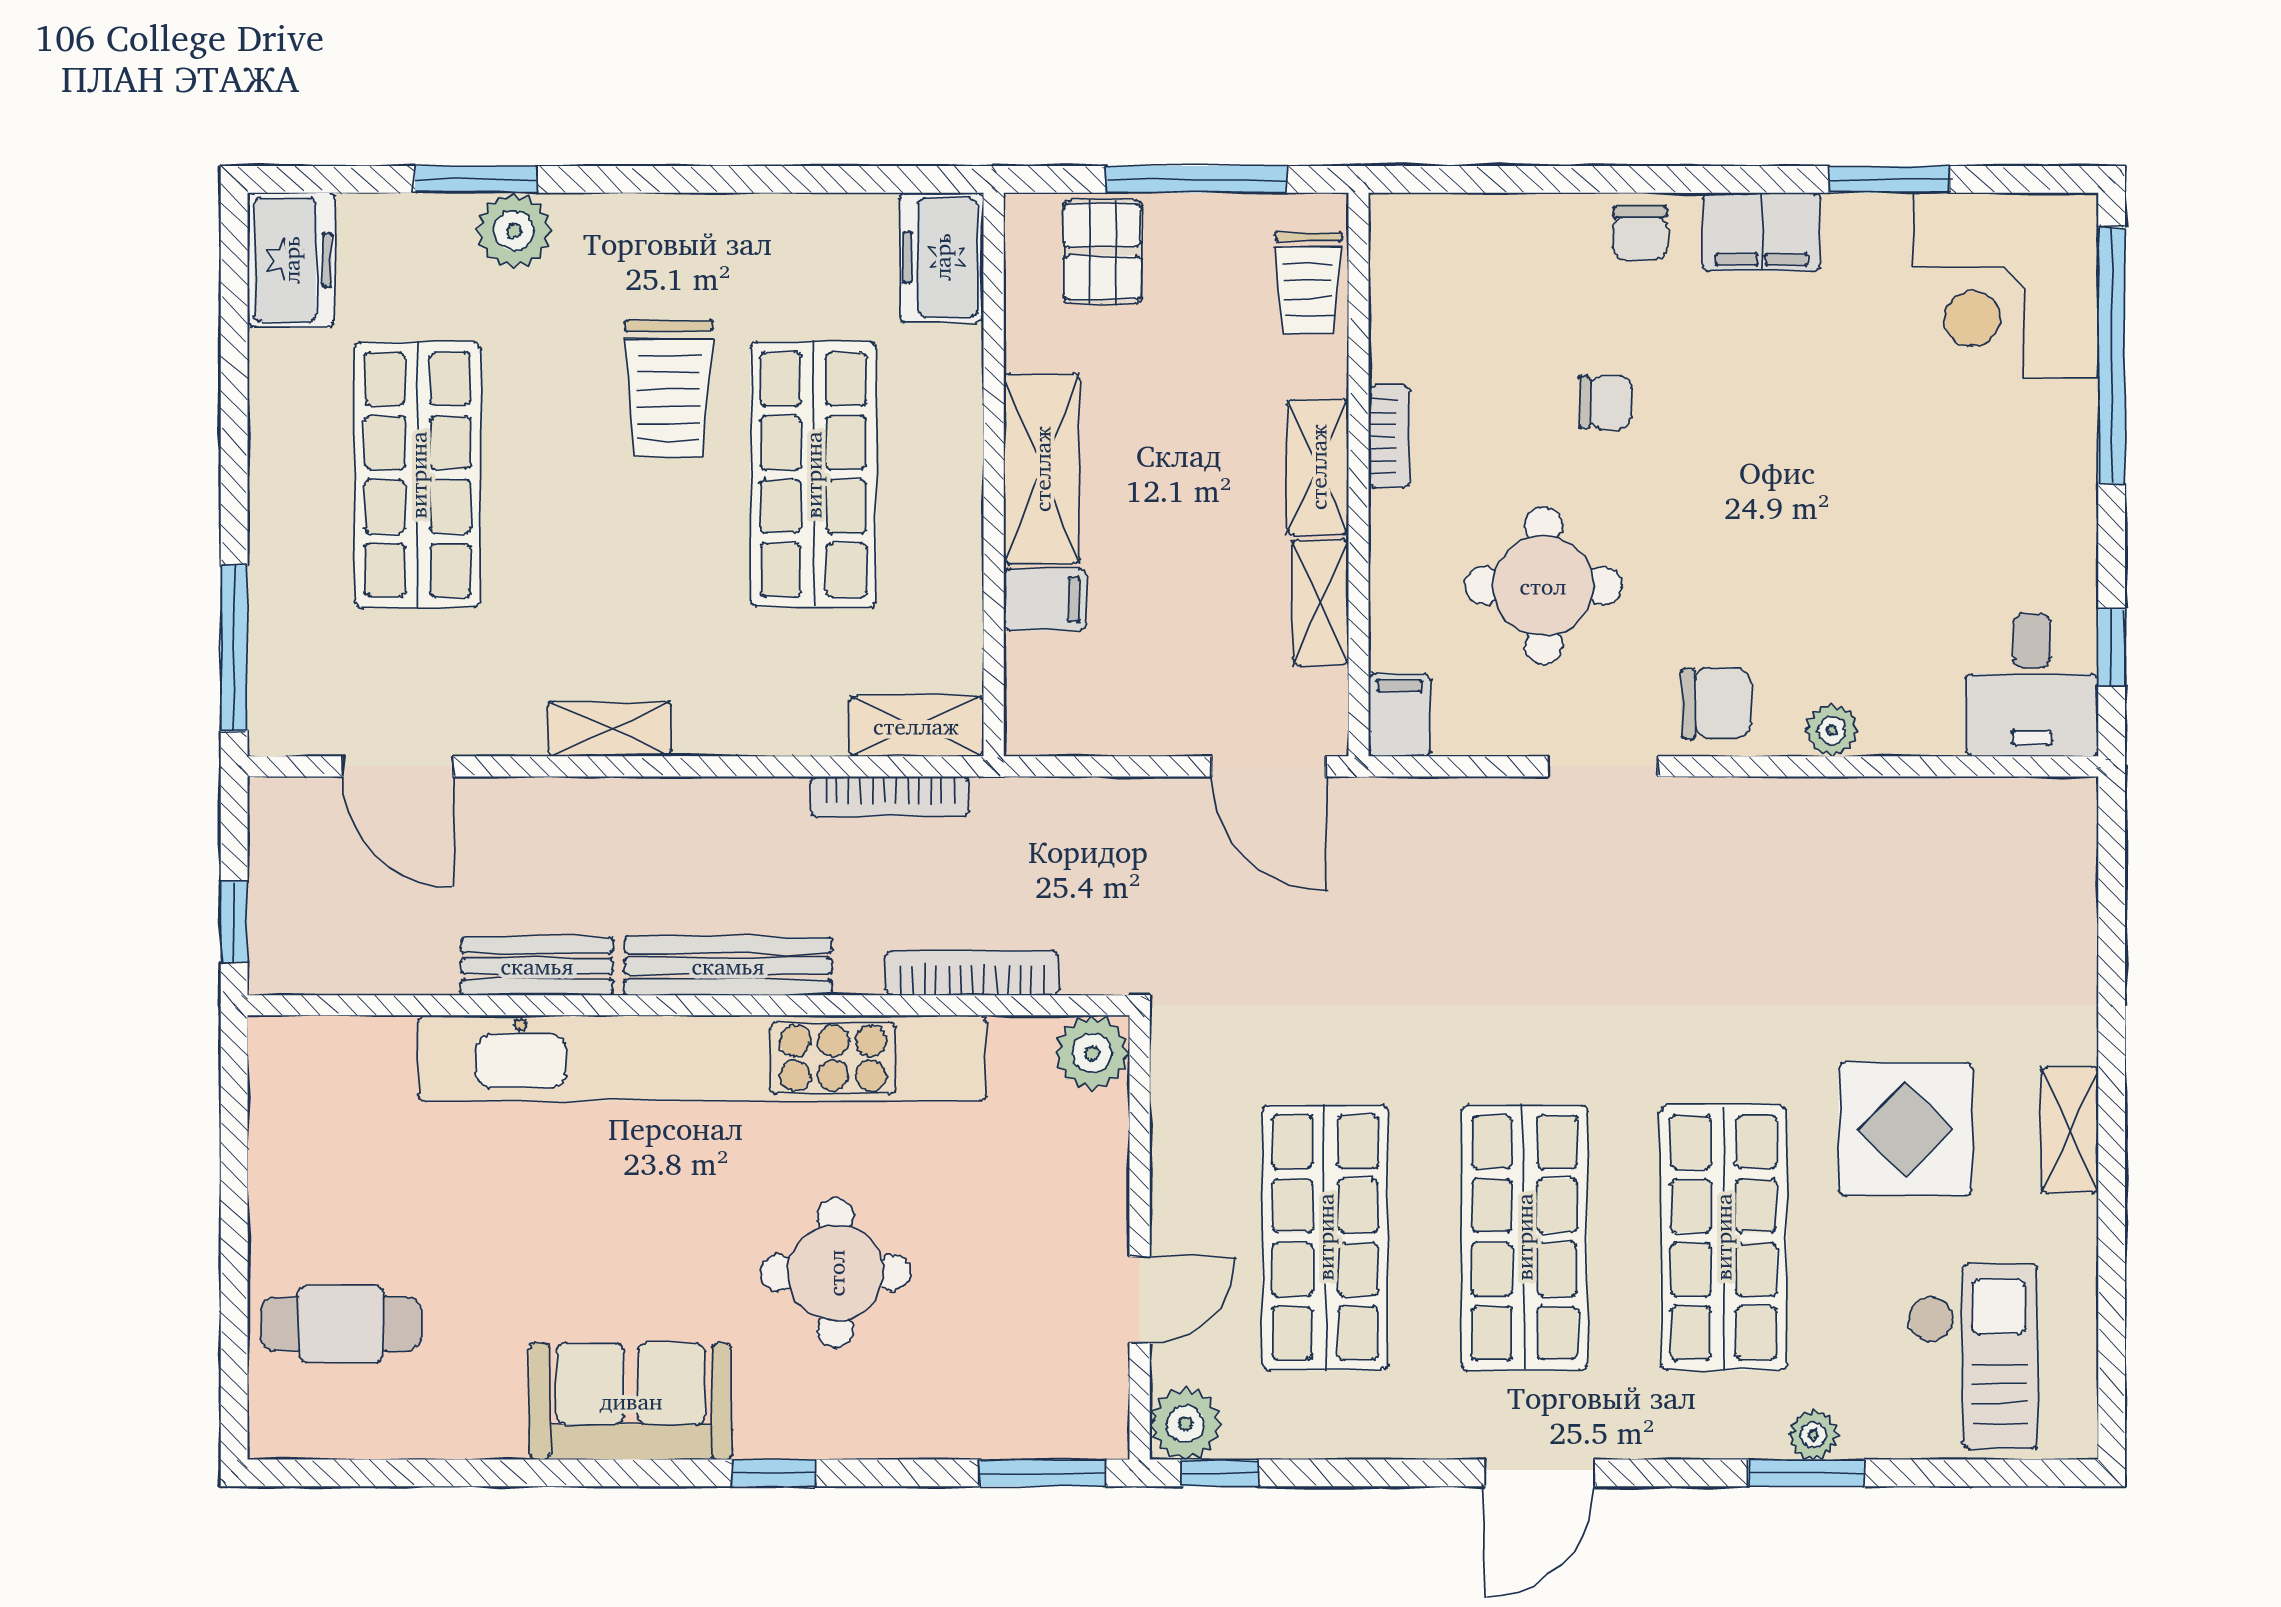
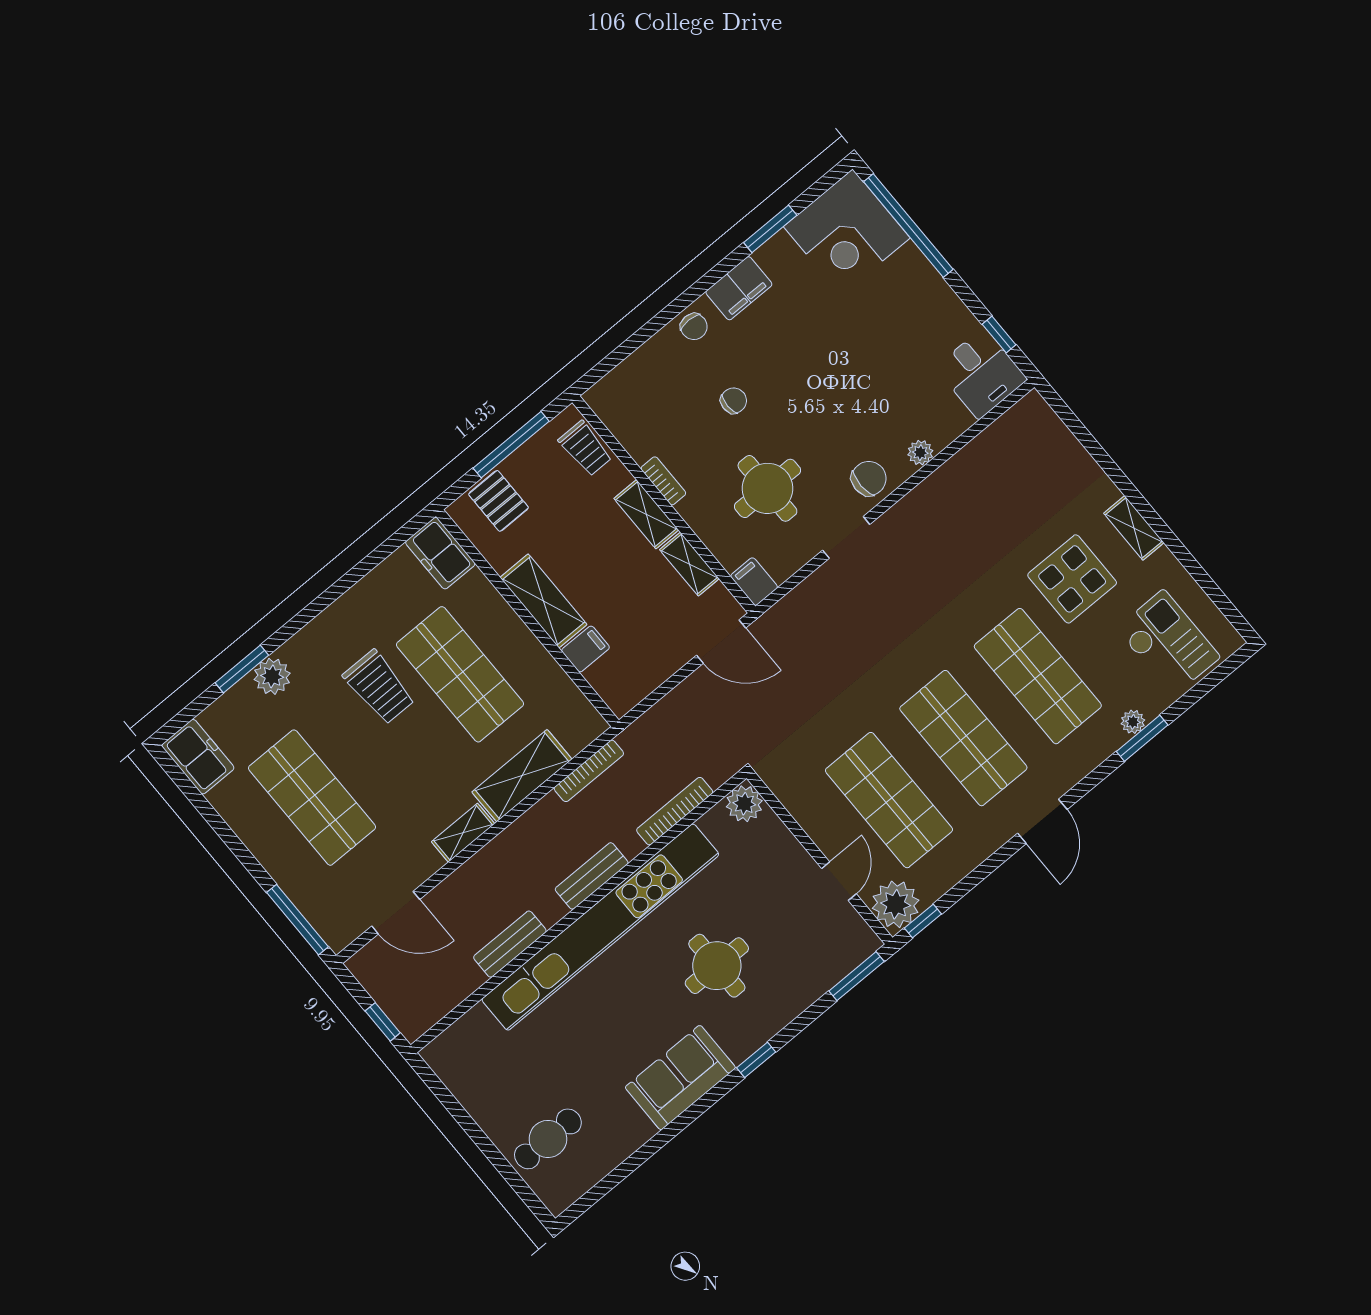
shelving: (916, 726) -> (522, 776), moved, width x1.50, depth x1.33
bench: (728, 966) -> (592, 876), width x0.73
plant: (1185, 1424) -> (896, 904), width x1.36, depth x1.36

